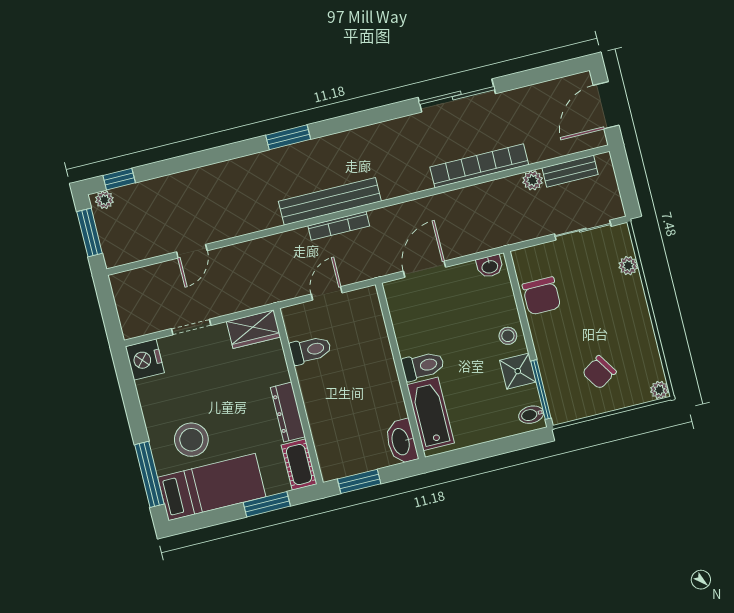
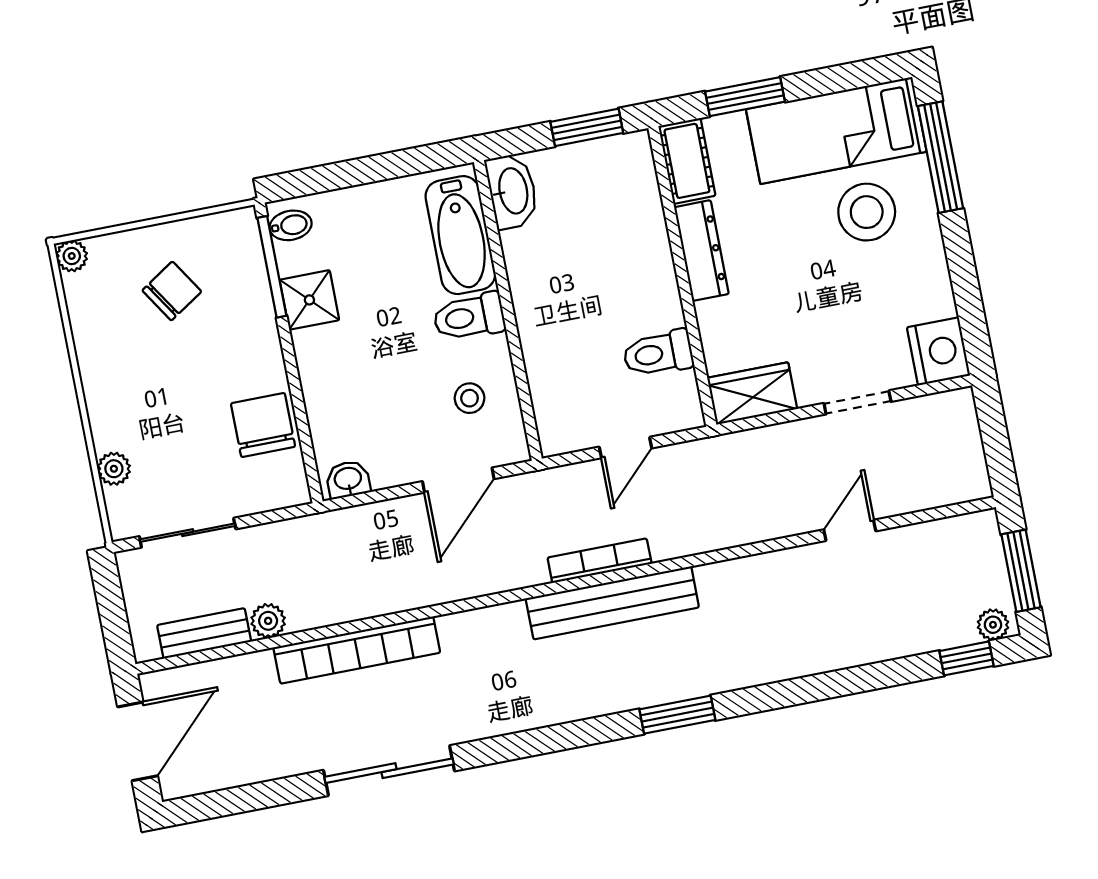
stool: (508, 336) -> (470, 398), moved

